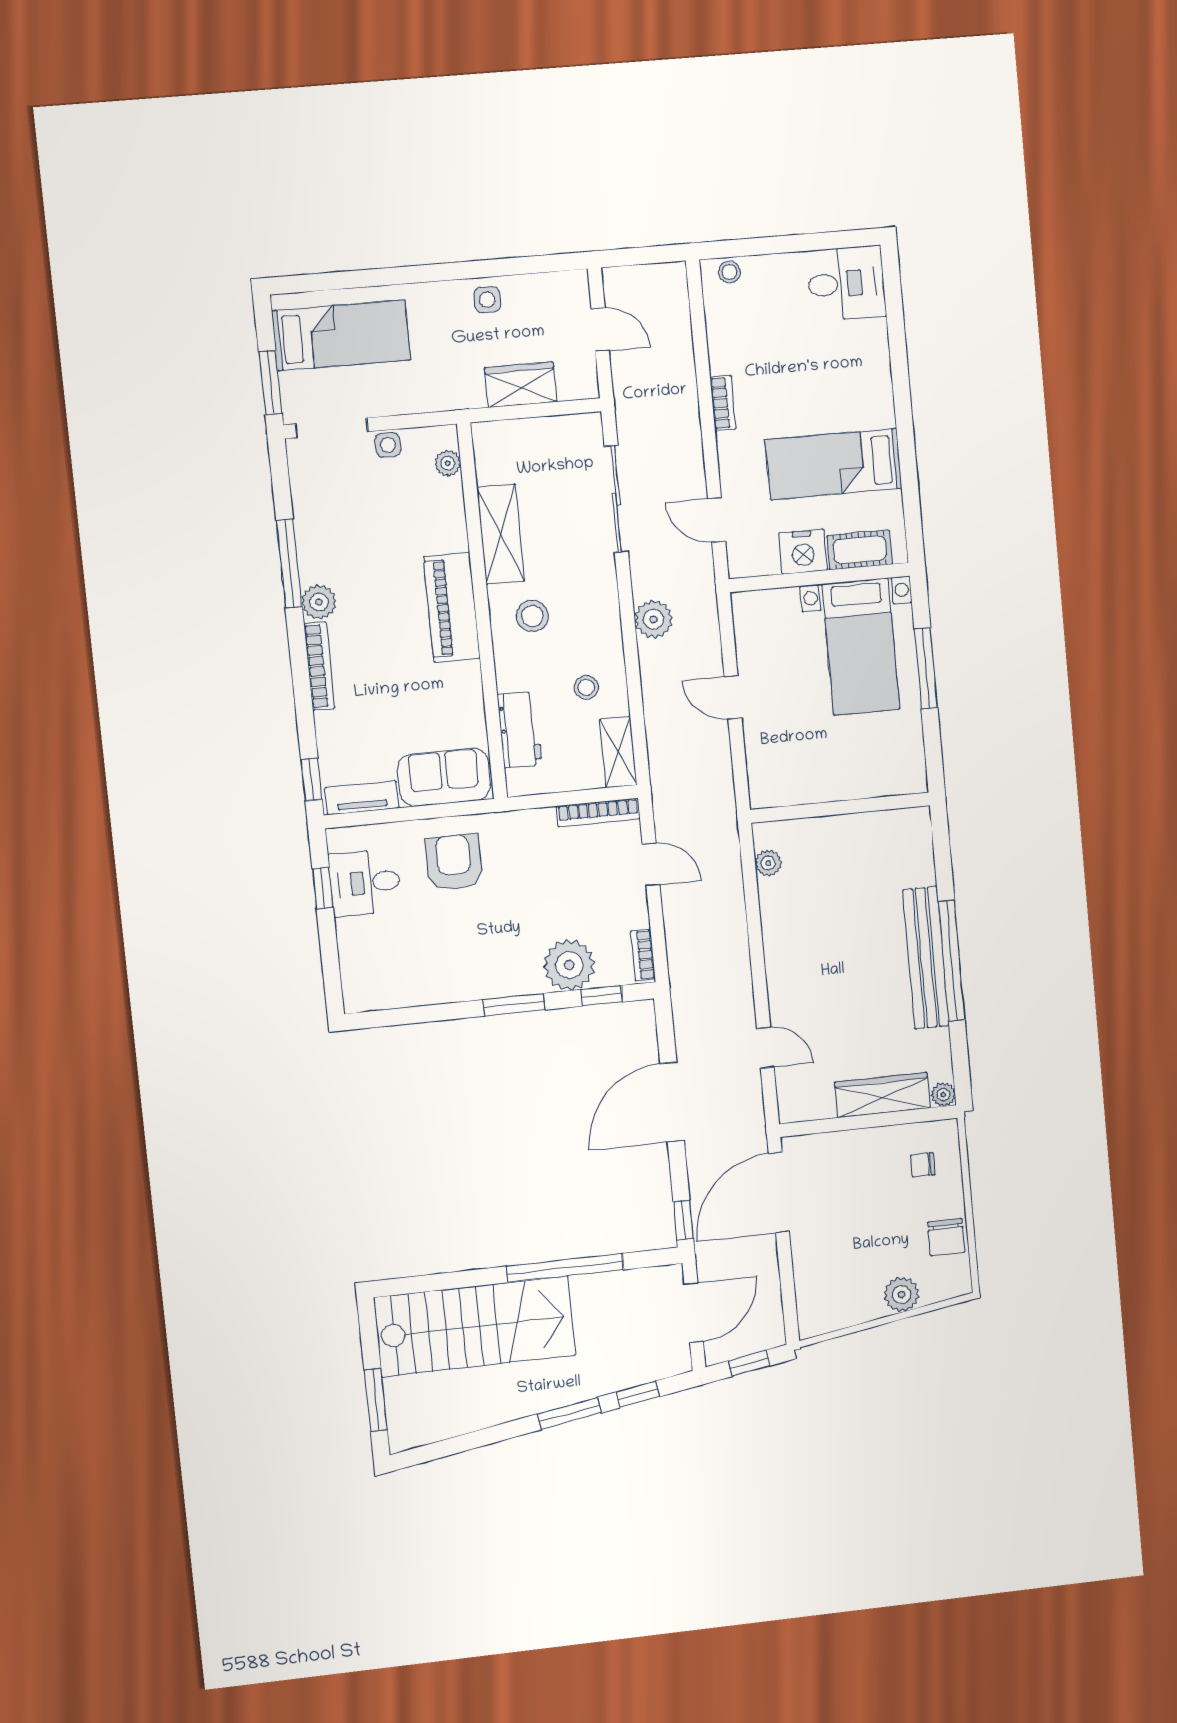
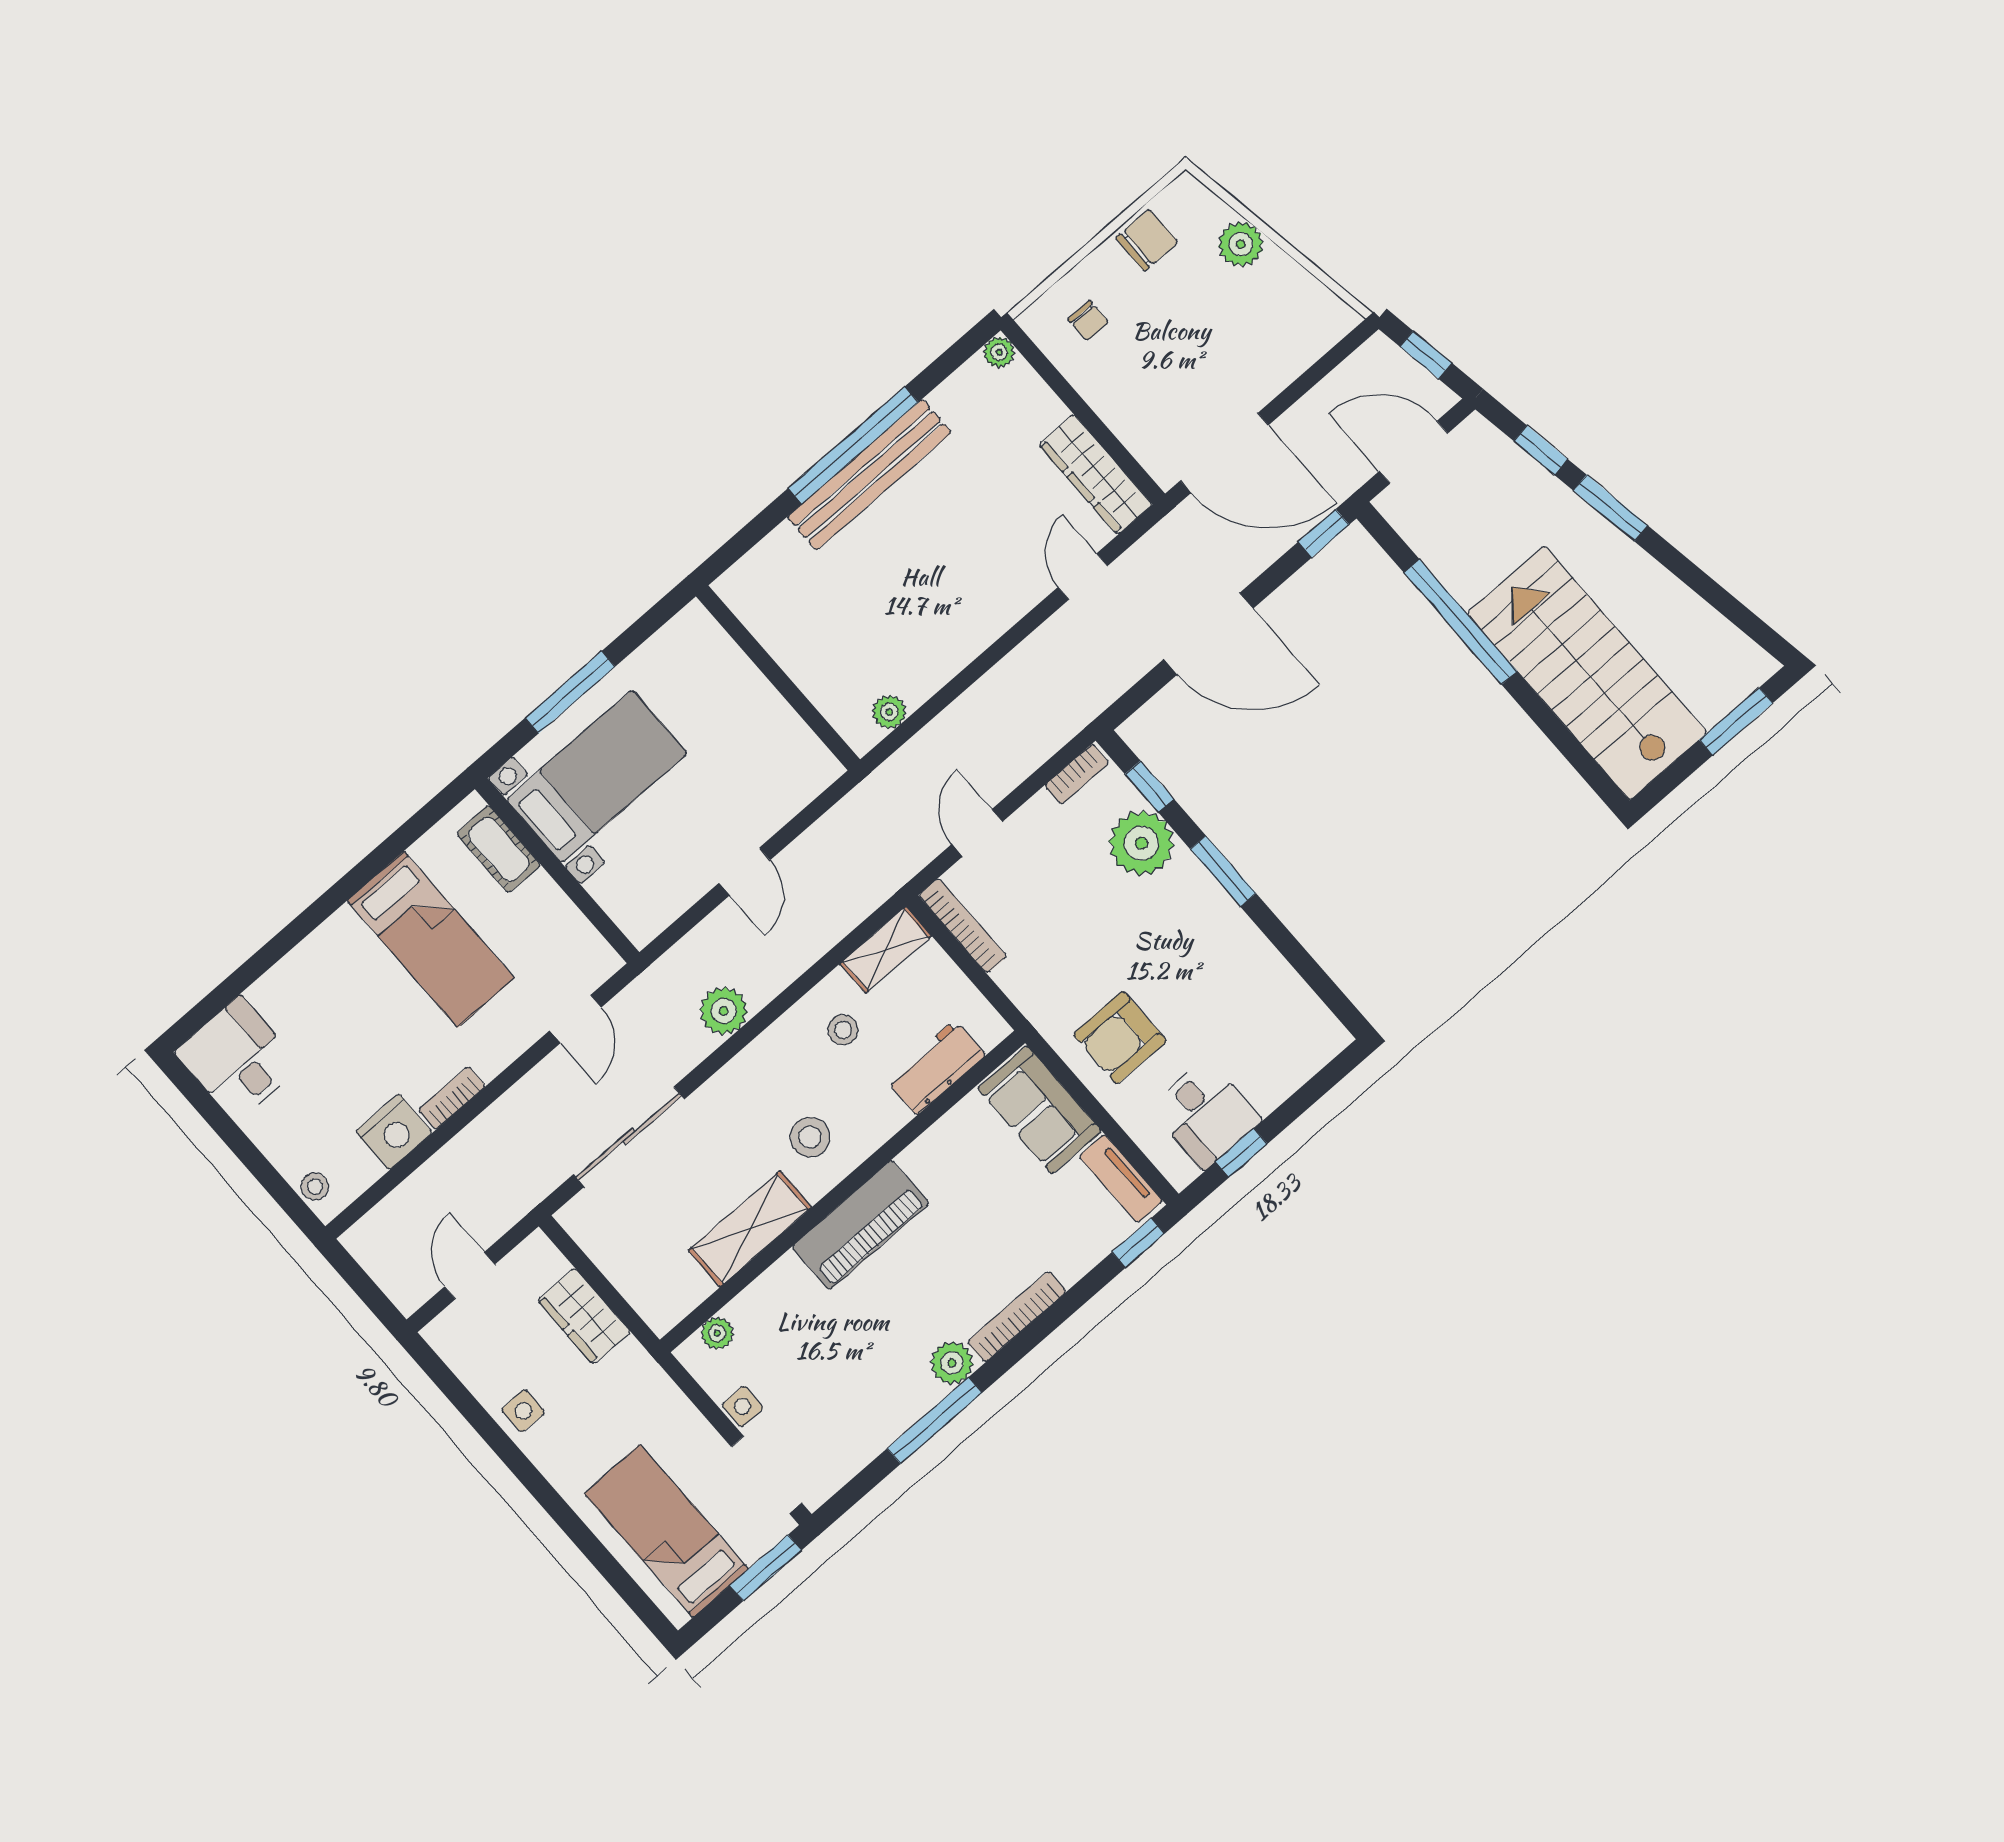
nightstand: (803, 552) -> (394, 1132), moved, turned 90
wardrobe: (882, 1095) -> (1095, 474), moved

